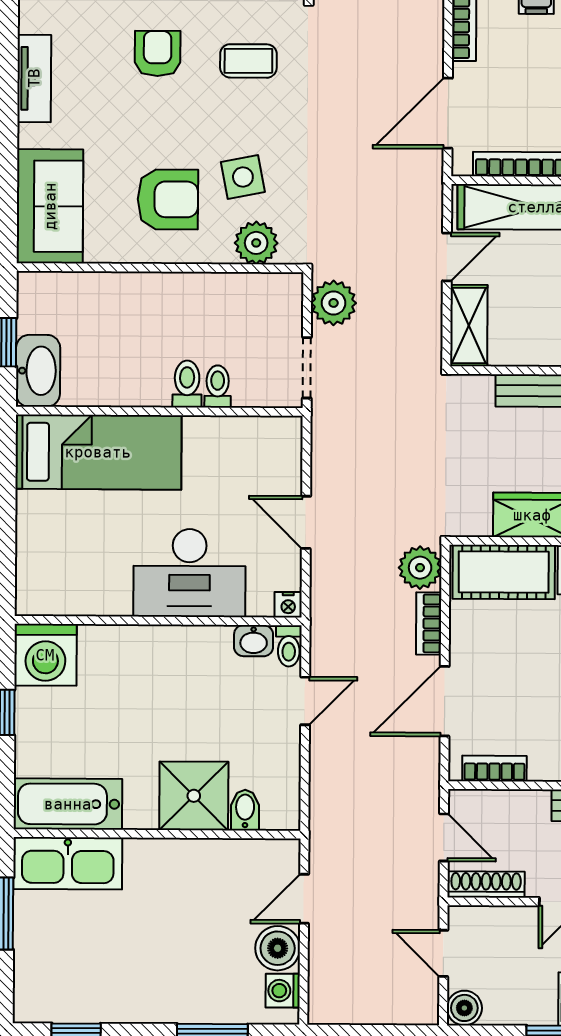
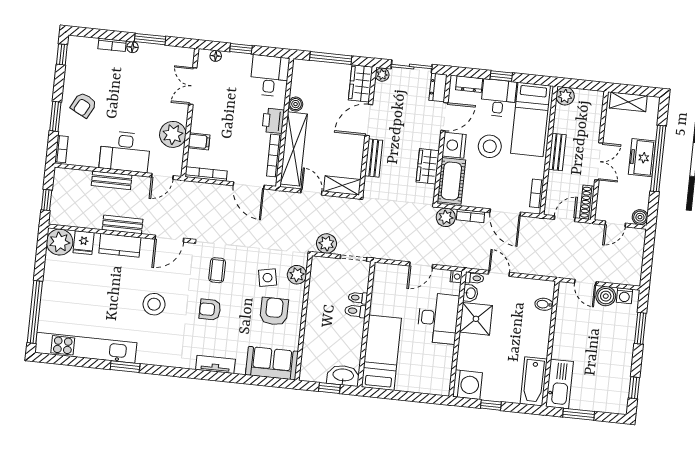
shower: (194, 796) -> (476, 319), moved

